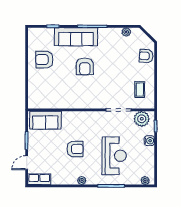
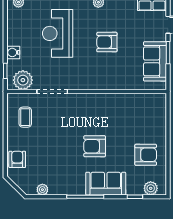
plant: (40, 33) -> (151, 188), added
sofa: (76, 37) -> (106, 184), width x0.73
armchair: (146, 56) -> (17, 159), turned -94
armchair: (85, 66) -> (95, 146), turned -90
sofa: (45, 120) -> (155, 61), moved, turned -90

